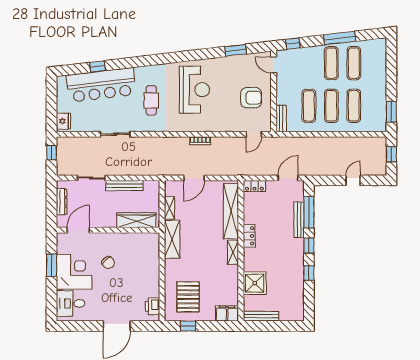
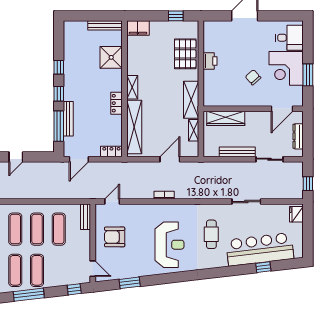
reception desk: (194, 90) -> (169, 245), turned 180
pallet: (188, 297) -> (185, 54), moved
printer: (153, 306) -> (210, 61), moved

